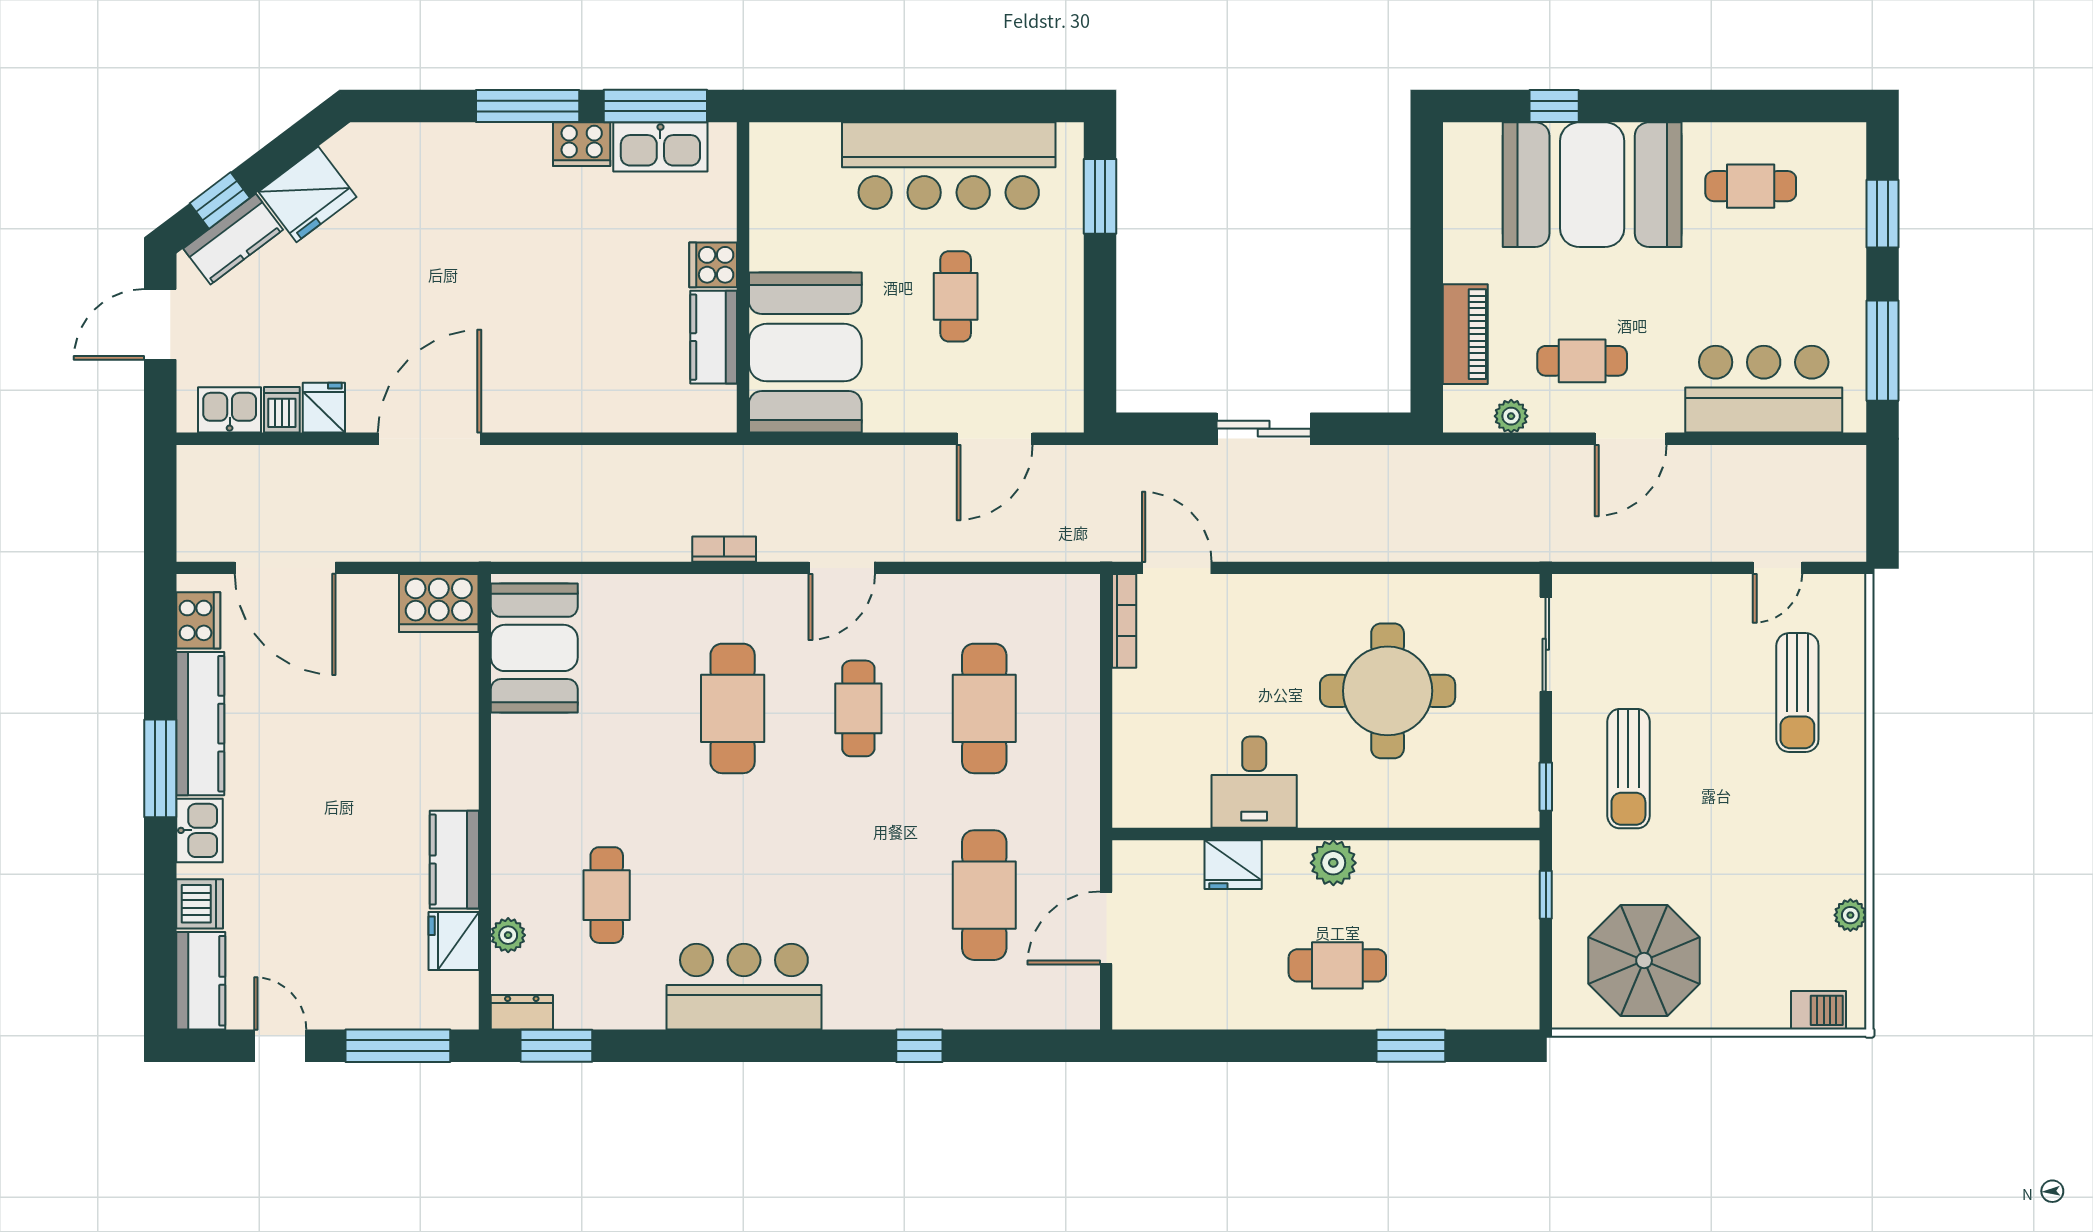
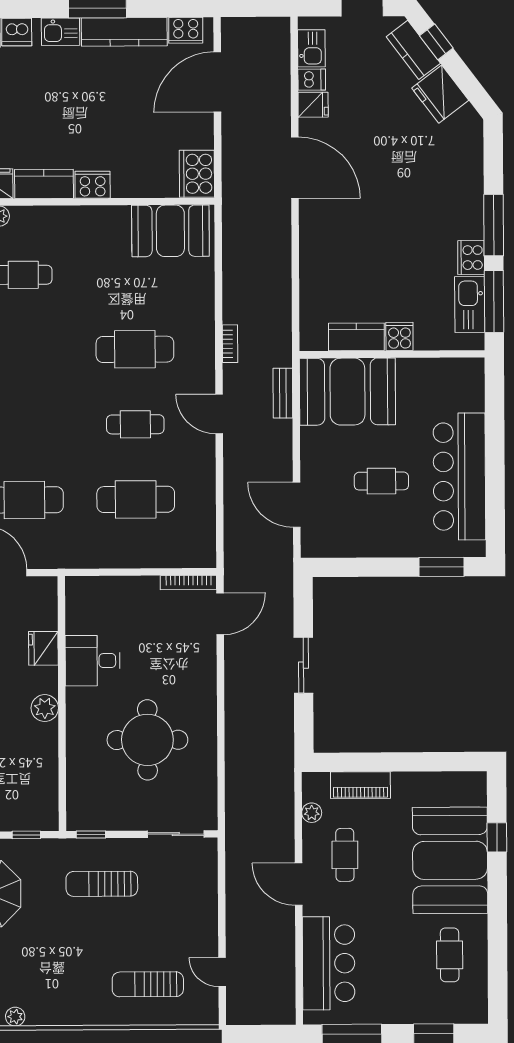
bench: (807, 461) -> (283, 393), added
cooker: (456, 778) -> (93, 185), added

